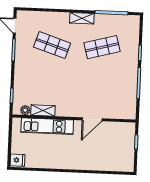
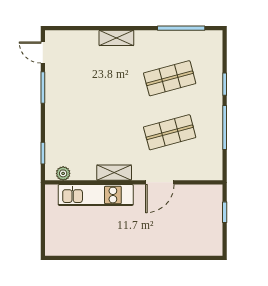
shelving: (82, 18) -> (116, 38), moved
shop shelf: (52, 45) -> (170, 132), moved, turned -33
shelving: (43, 110) -> (114, 173), moved
fridge: (18, 160) -> (55, 246), removed

